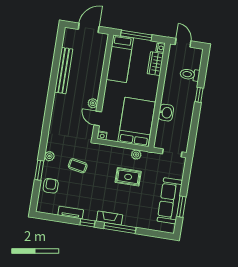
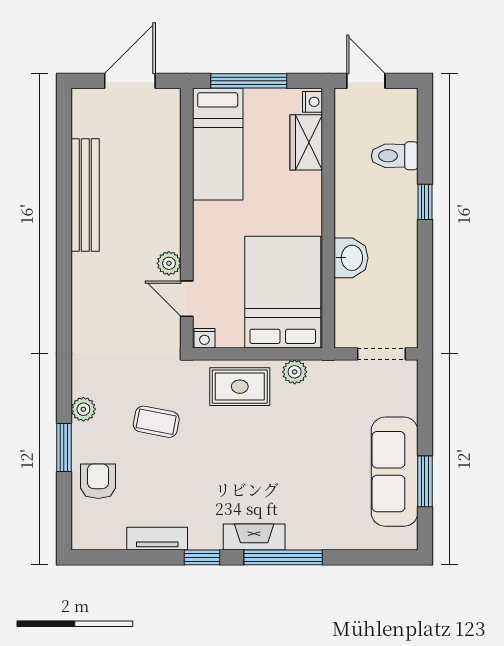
rug: (128, 177) -> (240, 387), moved

